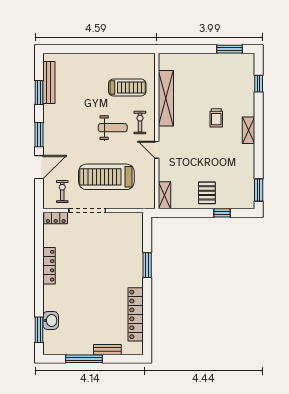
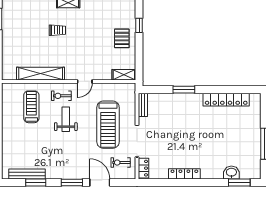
pallet: (207, 193) -> (122, 38), turned 90
bench: (107, 350) -> (143, 105), moved

